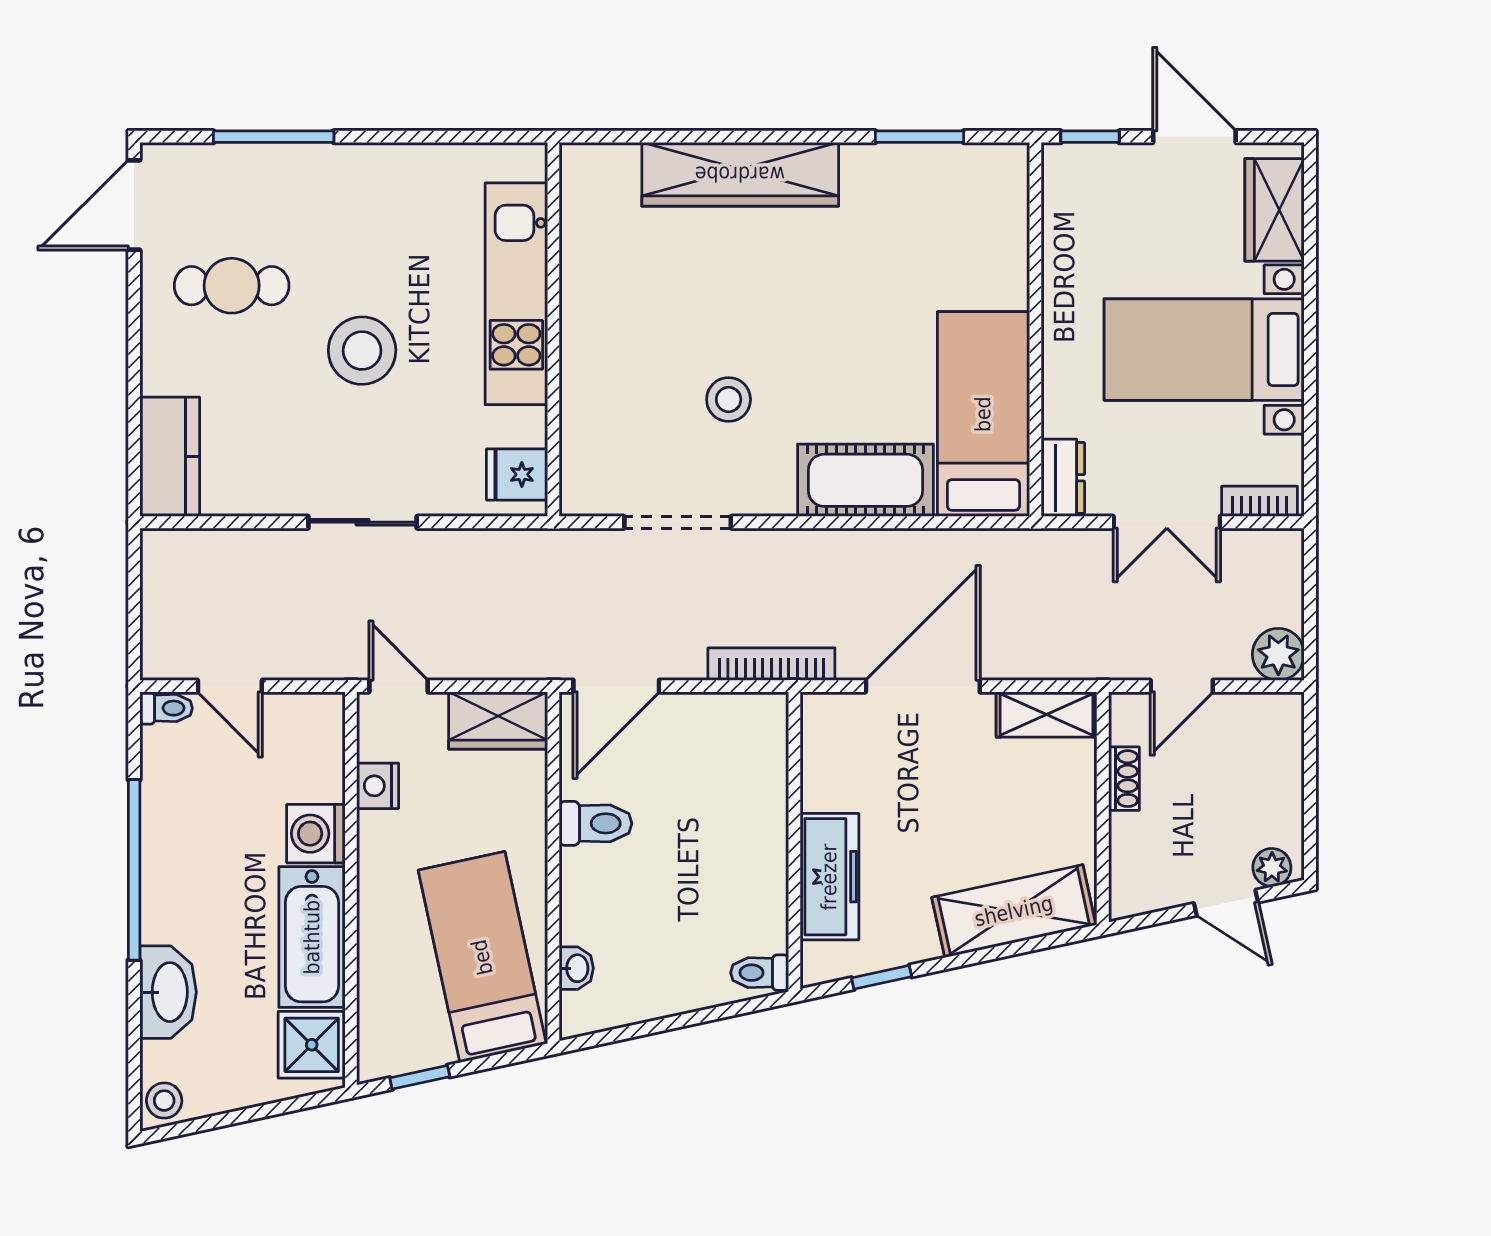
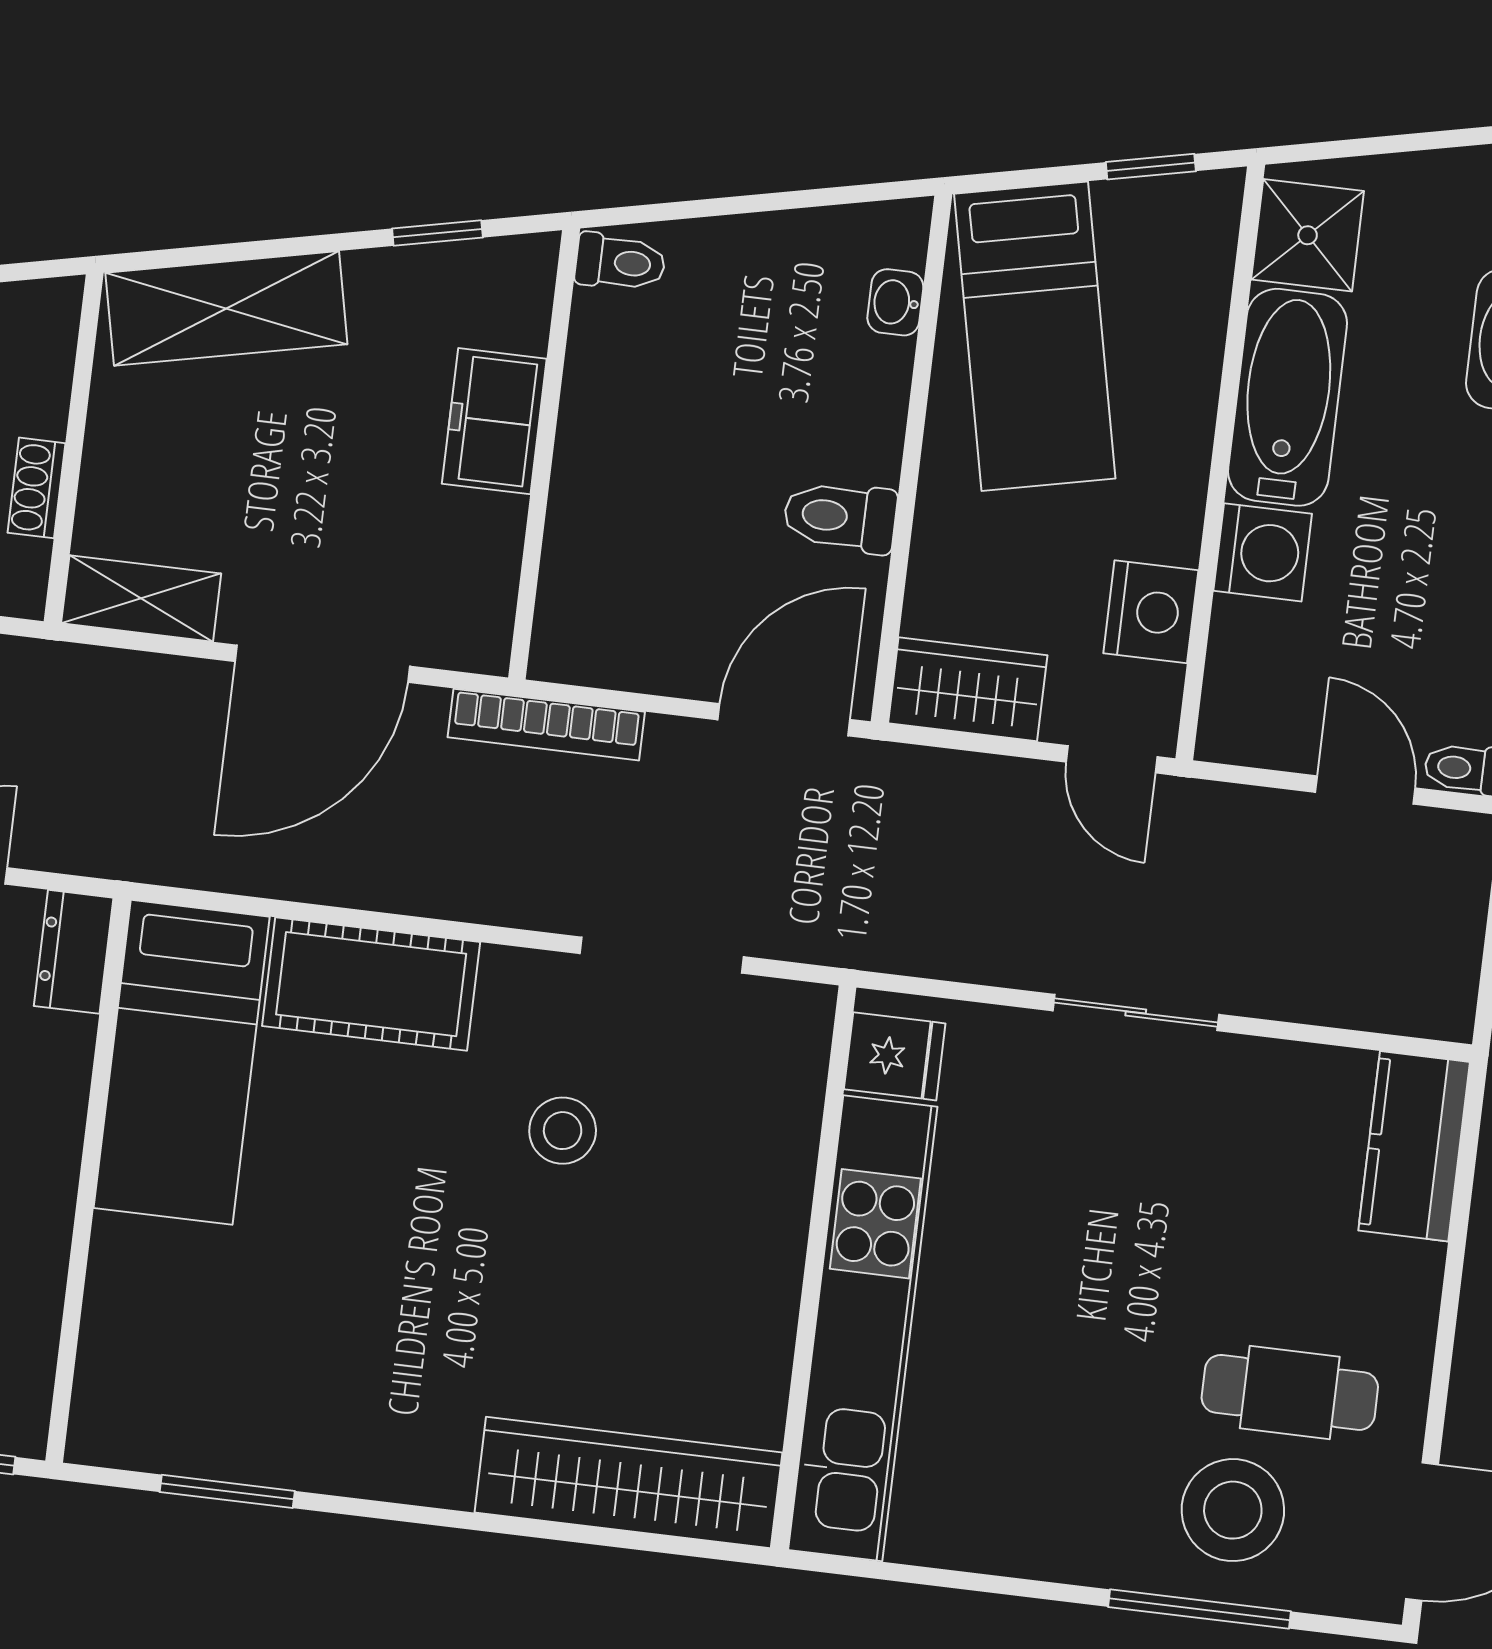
wardrobe: (740, 174) -> (628, 1482), moved
kitchen unit: (516, 294) -> (863, 1328), width x1.36
stool: (362, 351) -> (1233, 1510), moved
nightstand: (378, 786) -> (1151, 612), width x1.36, depth x1.33
freezer: (829, 877) -> (494, 421), width x0.71

